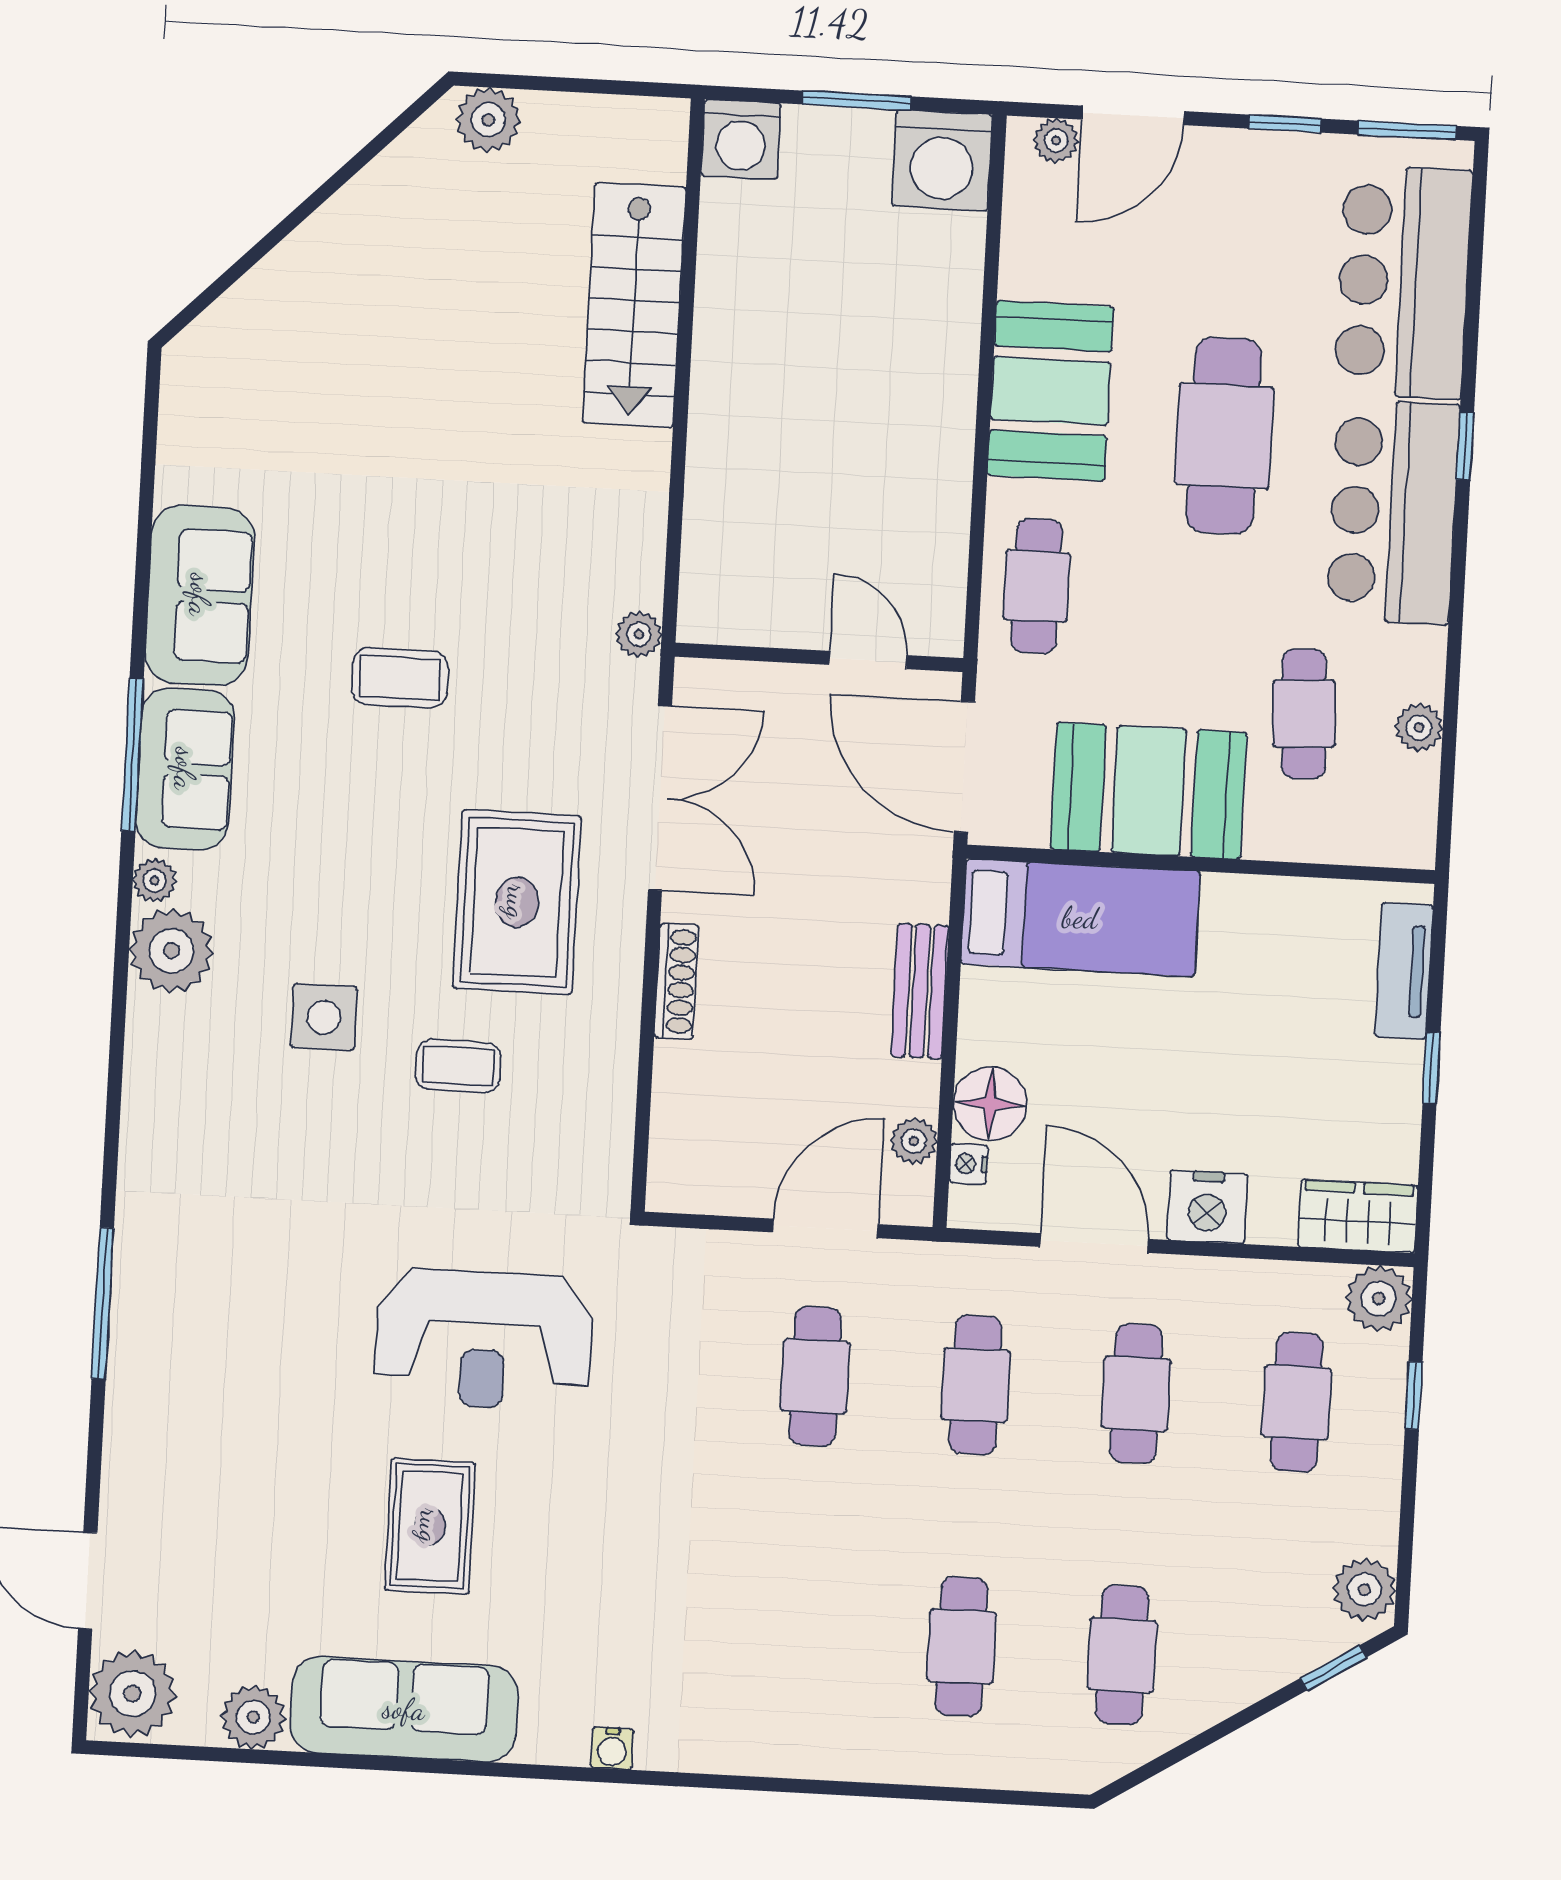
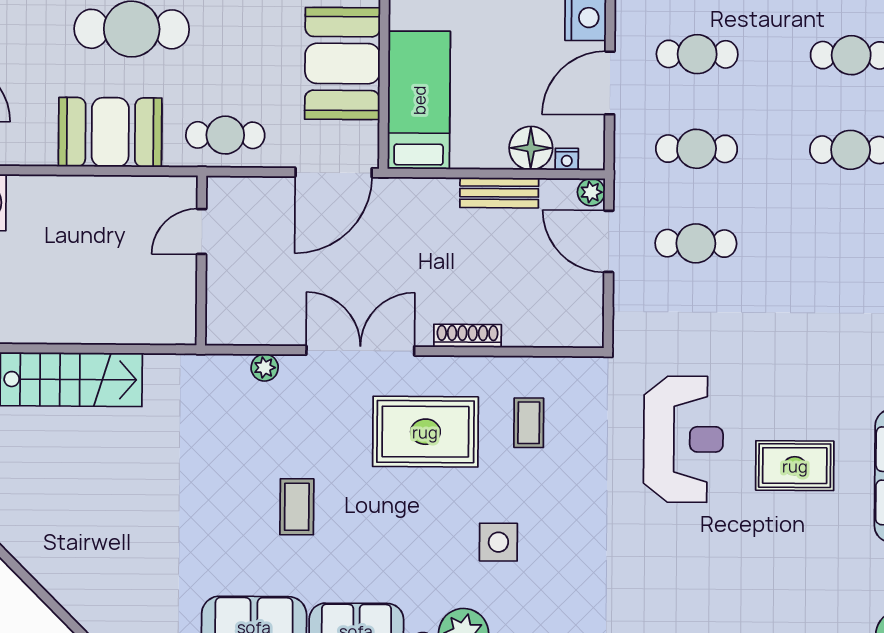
wall: (819, 657) -> (201, 261), moved
door: (868, 660) -> (202, 232), moved
bench: (920, 991) -> (499, 193), moved
coffee table: (458, 1066) -> (529, 423), moved
plant: (914, 1141) -> (591, 192), moved

